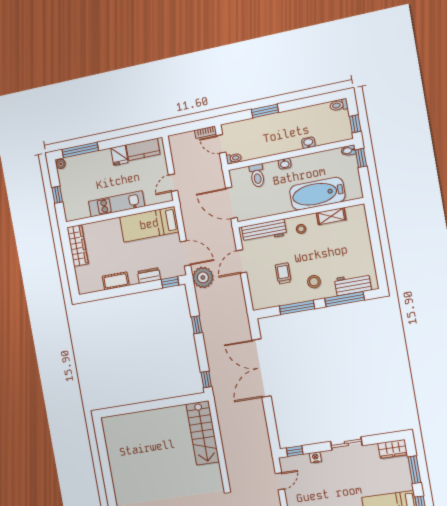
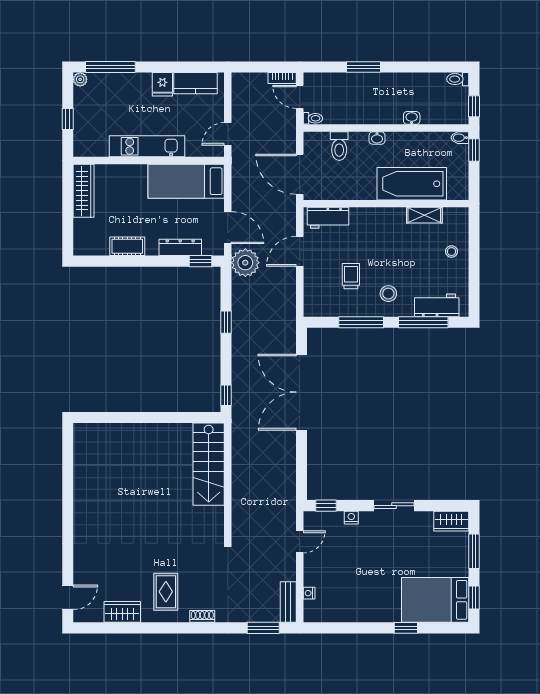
stool: (301, 229) -> (451, 252), moved
workbench: (264, 231) -> (328, 218), width x0.73
dresser: (149, 276) -> (180, 247), width x1.44

